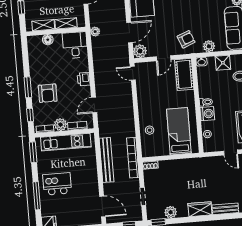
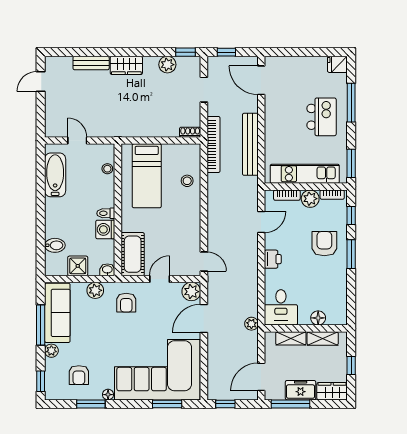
armchair: (186, 39) -> (126, 303), turned -68
washing machine: (207, 114) -> (105, 229), moved
kitchen island: (57, 184) -> (321, 117), turned -90

